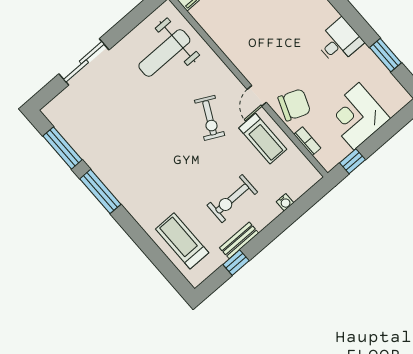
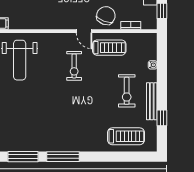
exercise bike: (210, 118) -> (74, 66), turned 63
bench: (239, 240) -> (152, 101), width x1.36
treadmill: (182, 241) -> (126, 136), turned 180

